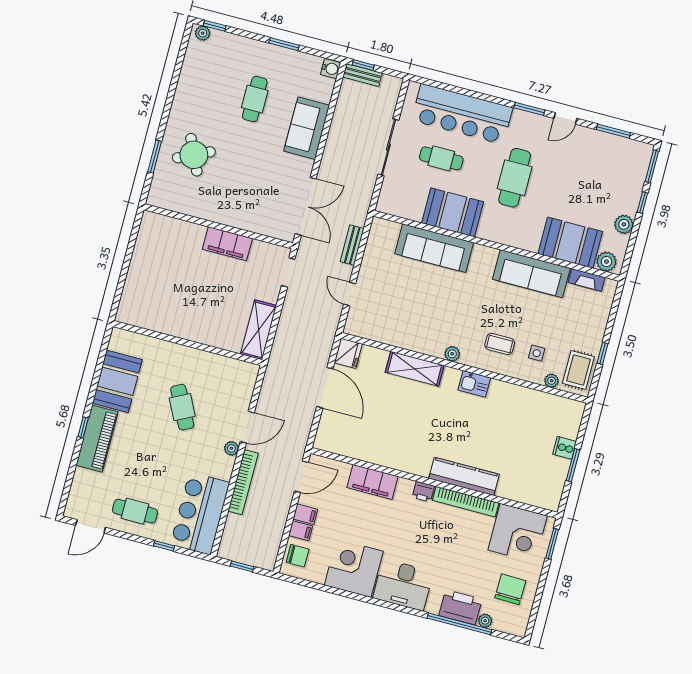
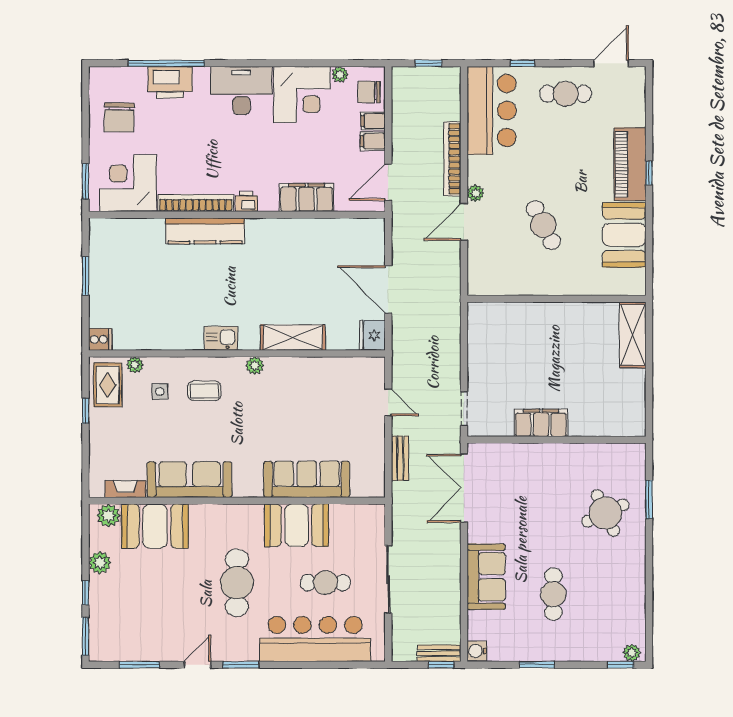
shelving: (259, 330) -> (633, 335), moved
cooker: (565, 448) -> (100, 339), moved
plant: (485, 621) -> (340, 75), moved

